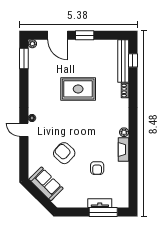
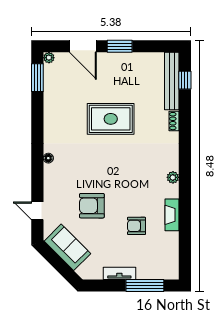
door: (24, 130) -> (37, 211), moved
fireplace: (123, 150) -> (172, 215), moved
armchair: (64, 153) -> (92, 206), turned -43
armchair: (97, 168) -> (136, 226), turned 90
tv unit: (100, 203) -> (119, 273), moved

